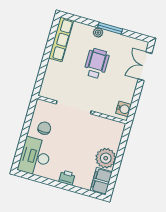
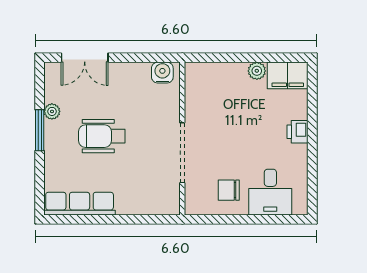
plant: (98, 33) -> (52, 111), moved
desk: (35, 157) -> (270, 192), width x0.73
plant: (106, 158) -> (257, 71), width x0.53, depth x0.53

